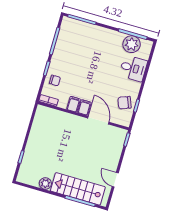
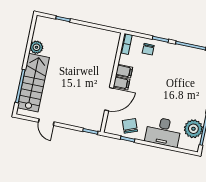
desk: (133, 68) -> (163, 132), width x1.37
door: (115, 180) -> (46, 122), swing flipped

